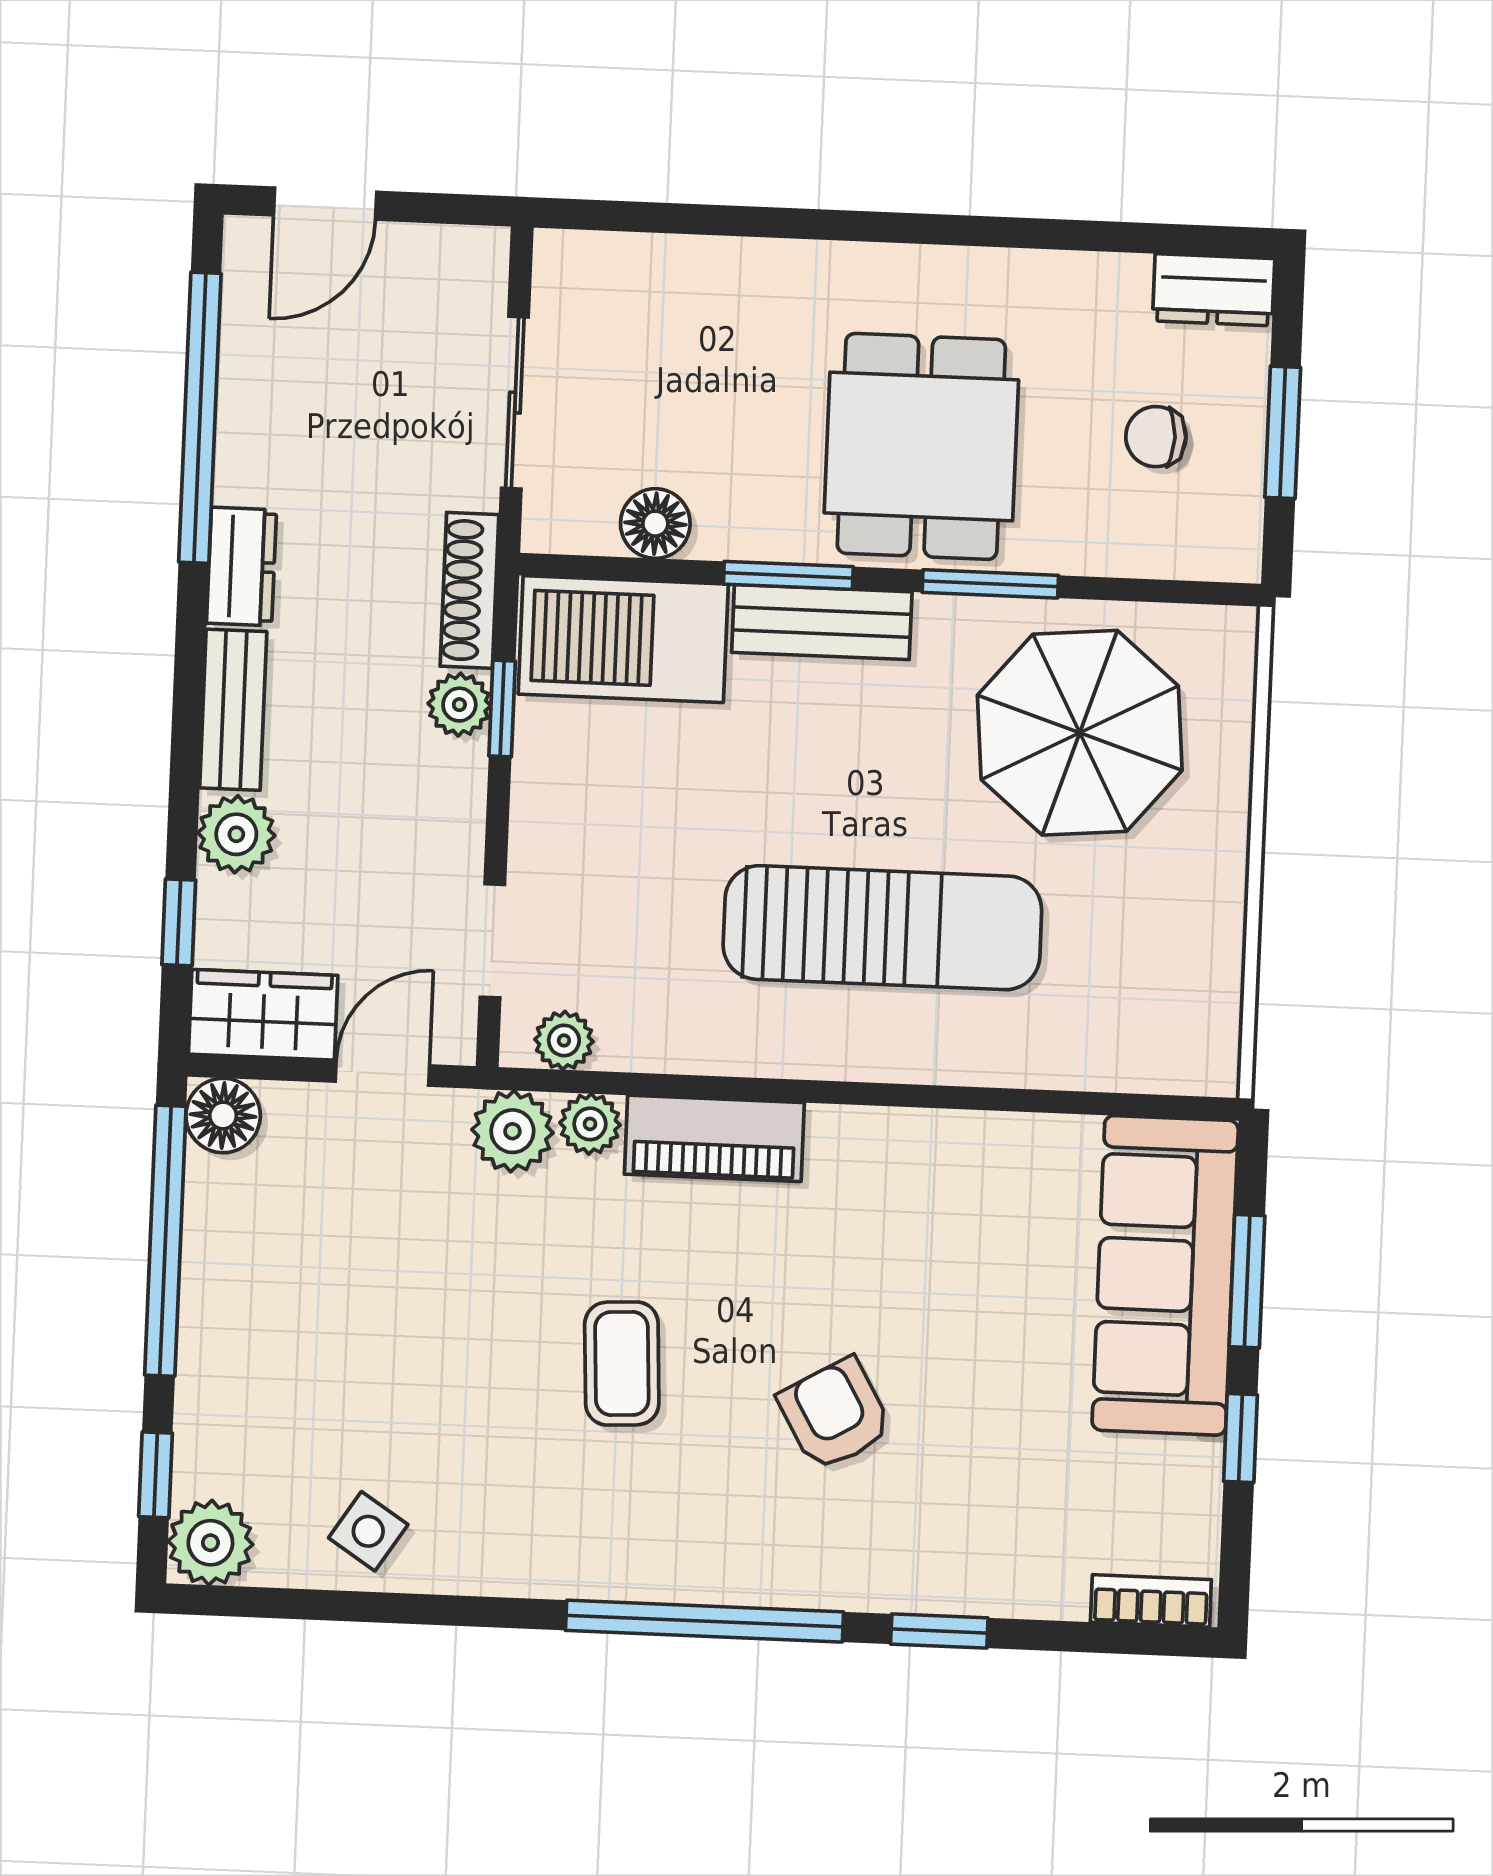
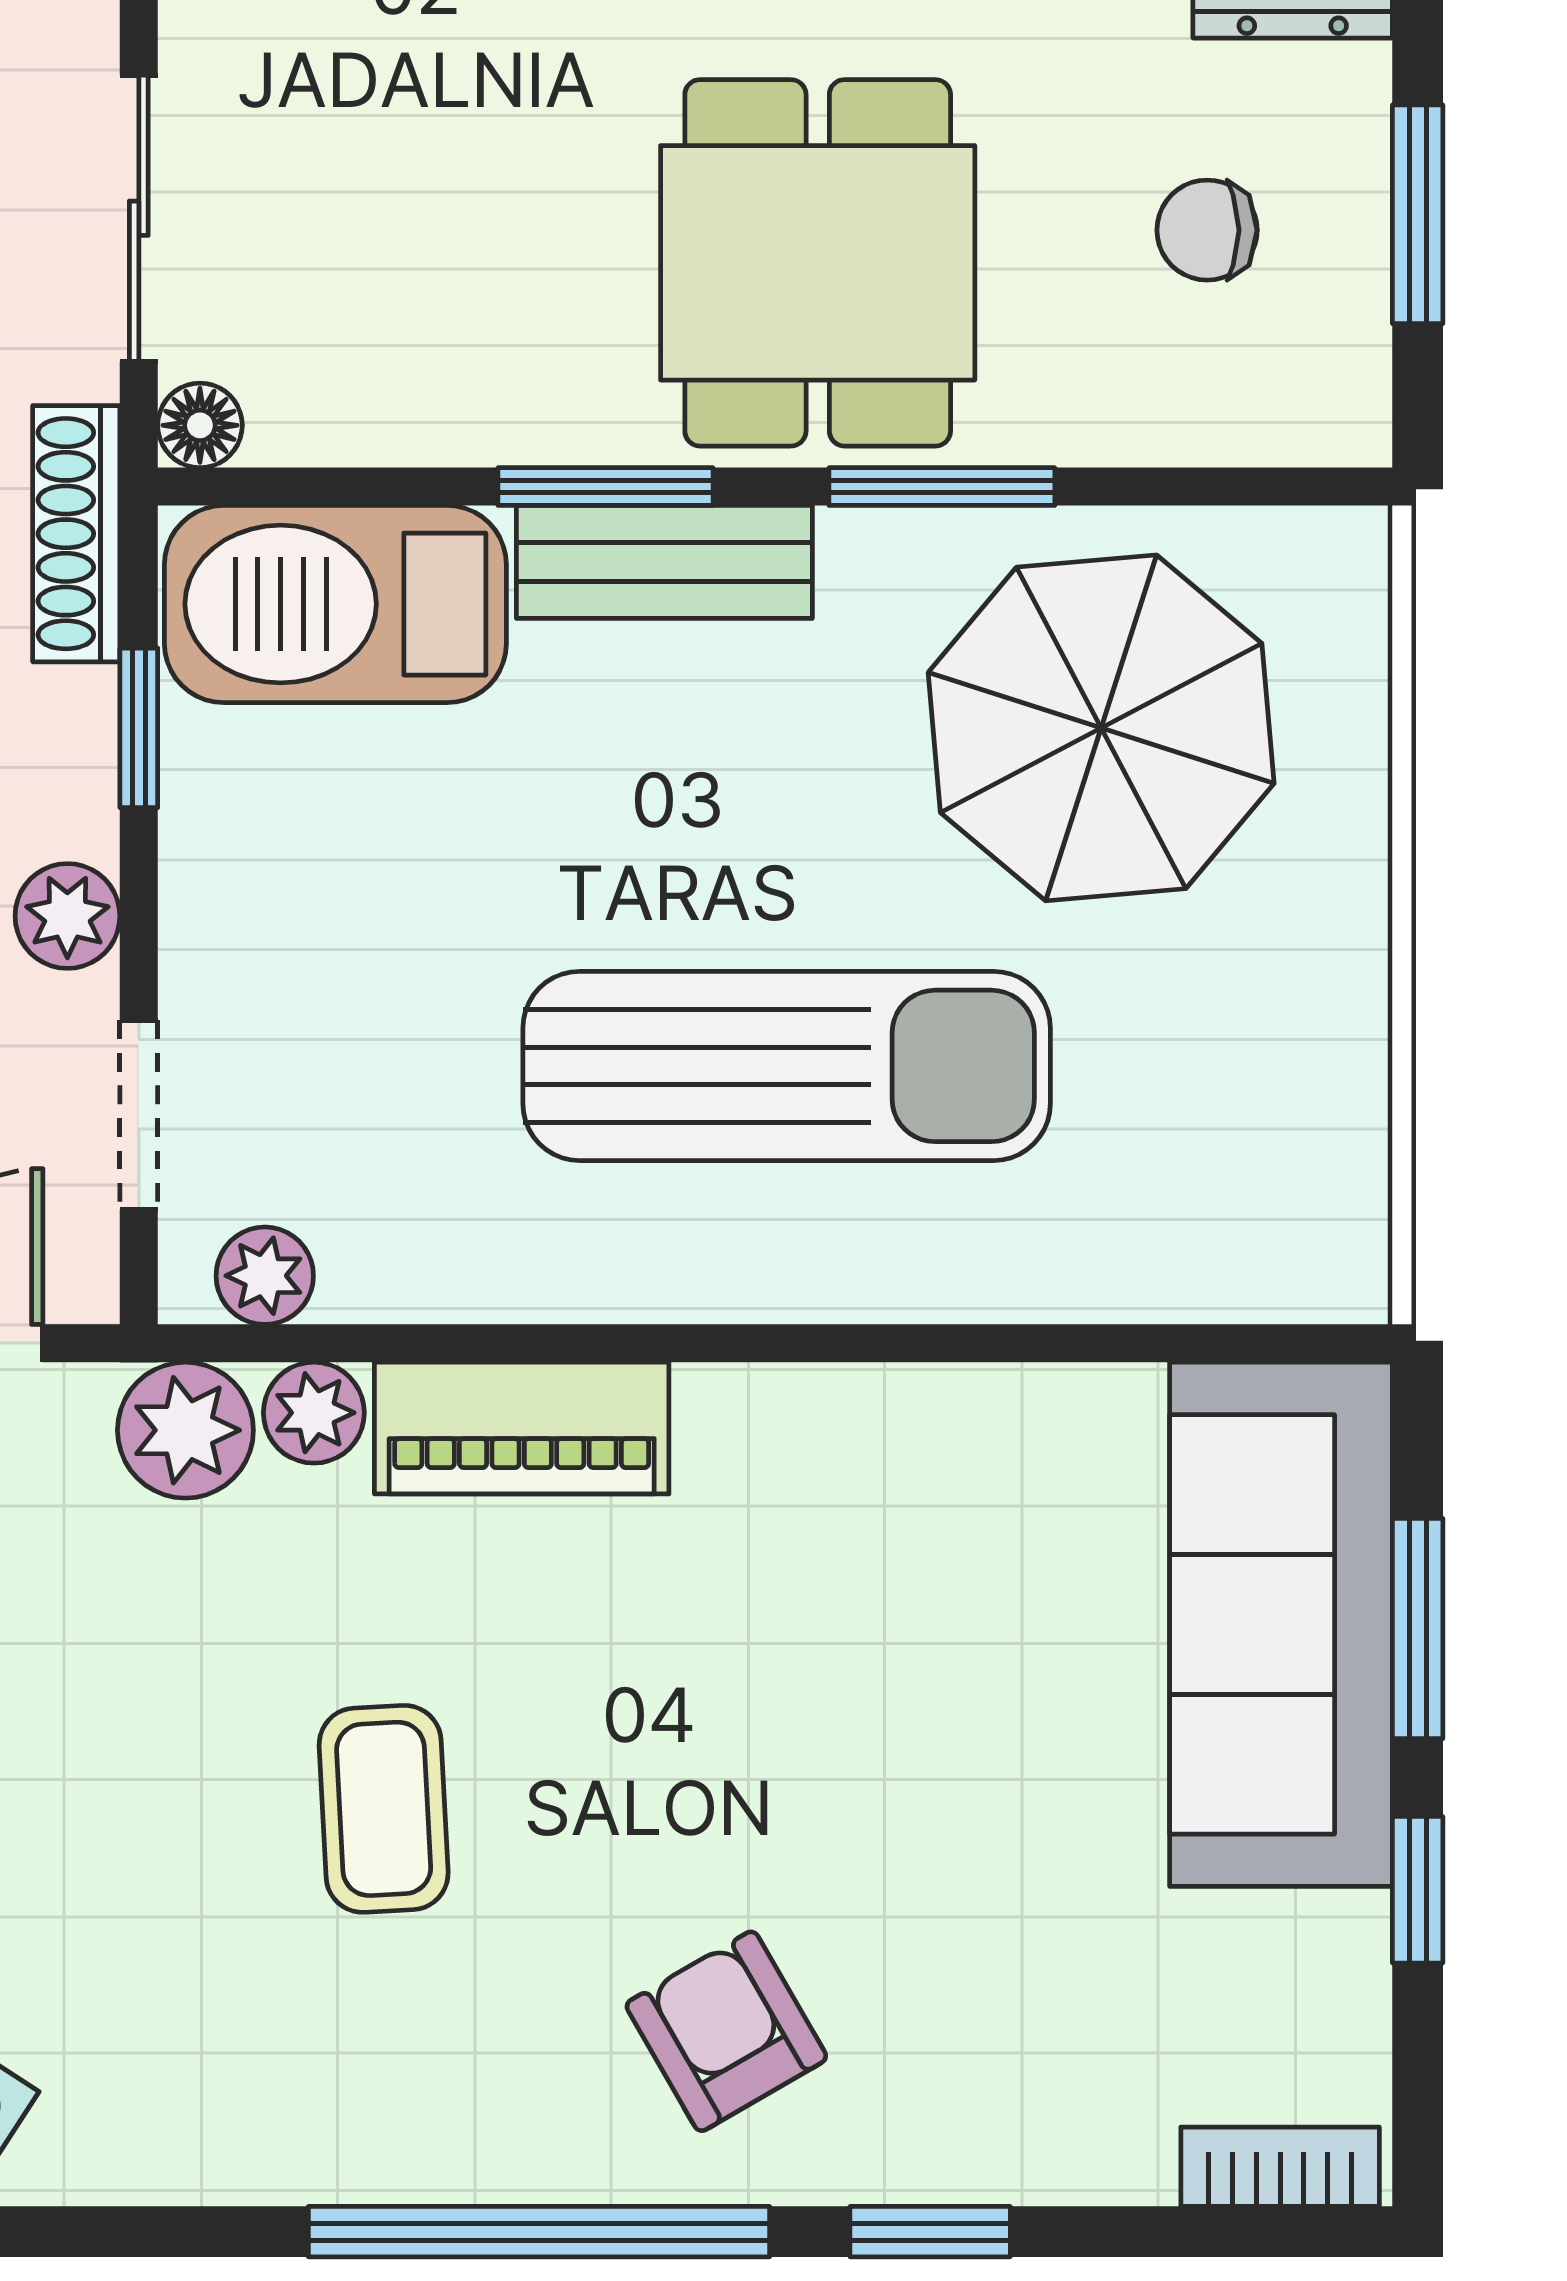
floor lamp: (655, 524) -> (200, 425), moved, width x0.73, depth x0.73
plant: (459, 705) -> (67, 916), moved
armchair: (835, 1414) -> (726, 2031), moved

